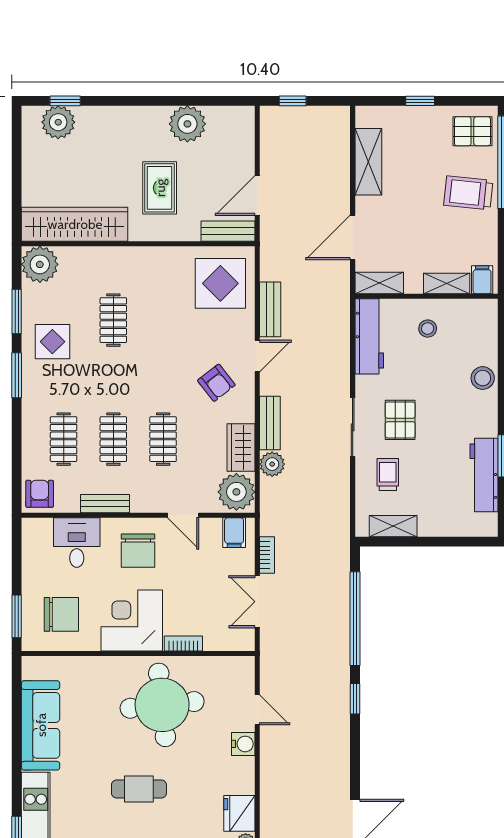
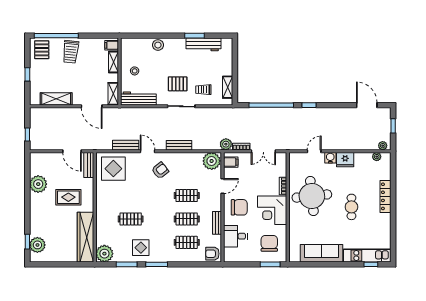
wardrobe: (241, 447) -> (191, 159), removed
plant: (272, 464) -> (226, 144), moved
fridge: (239, 813) -> (345, 160), moved

